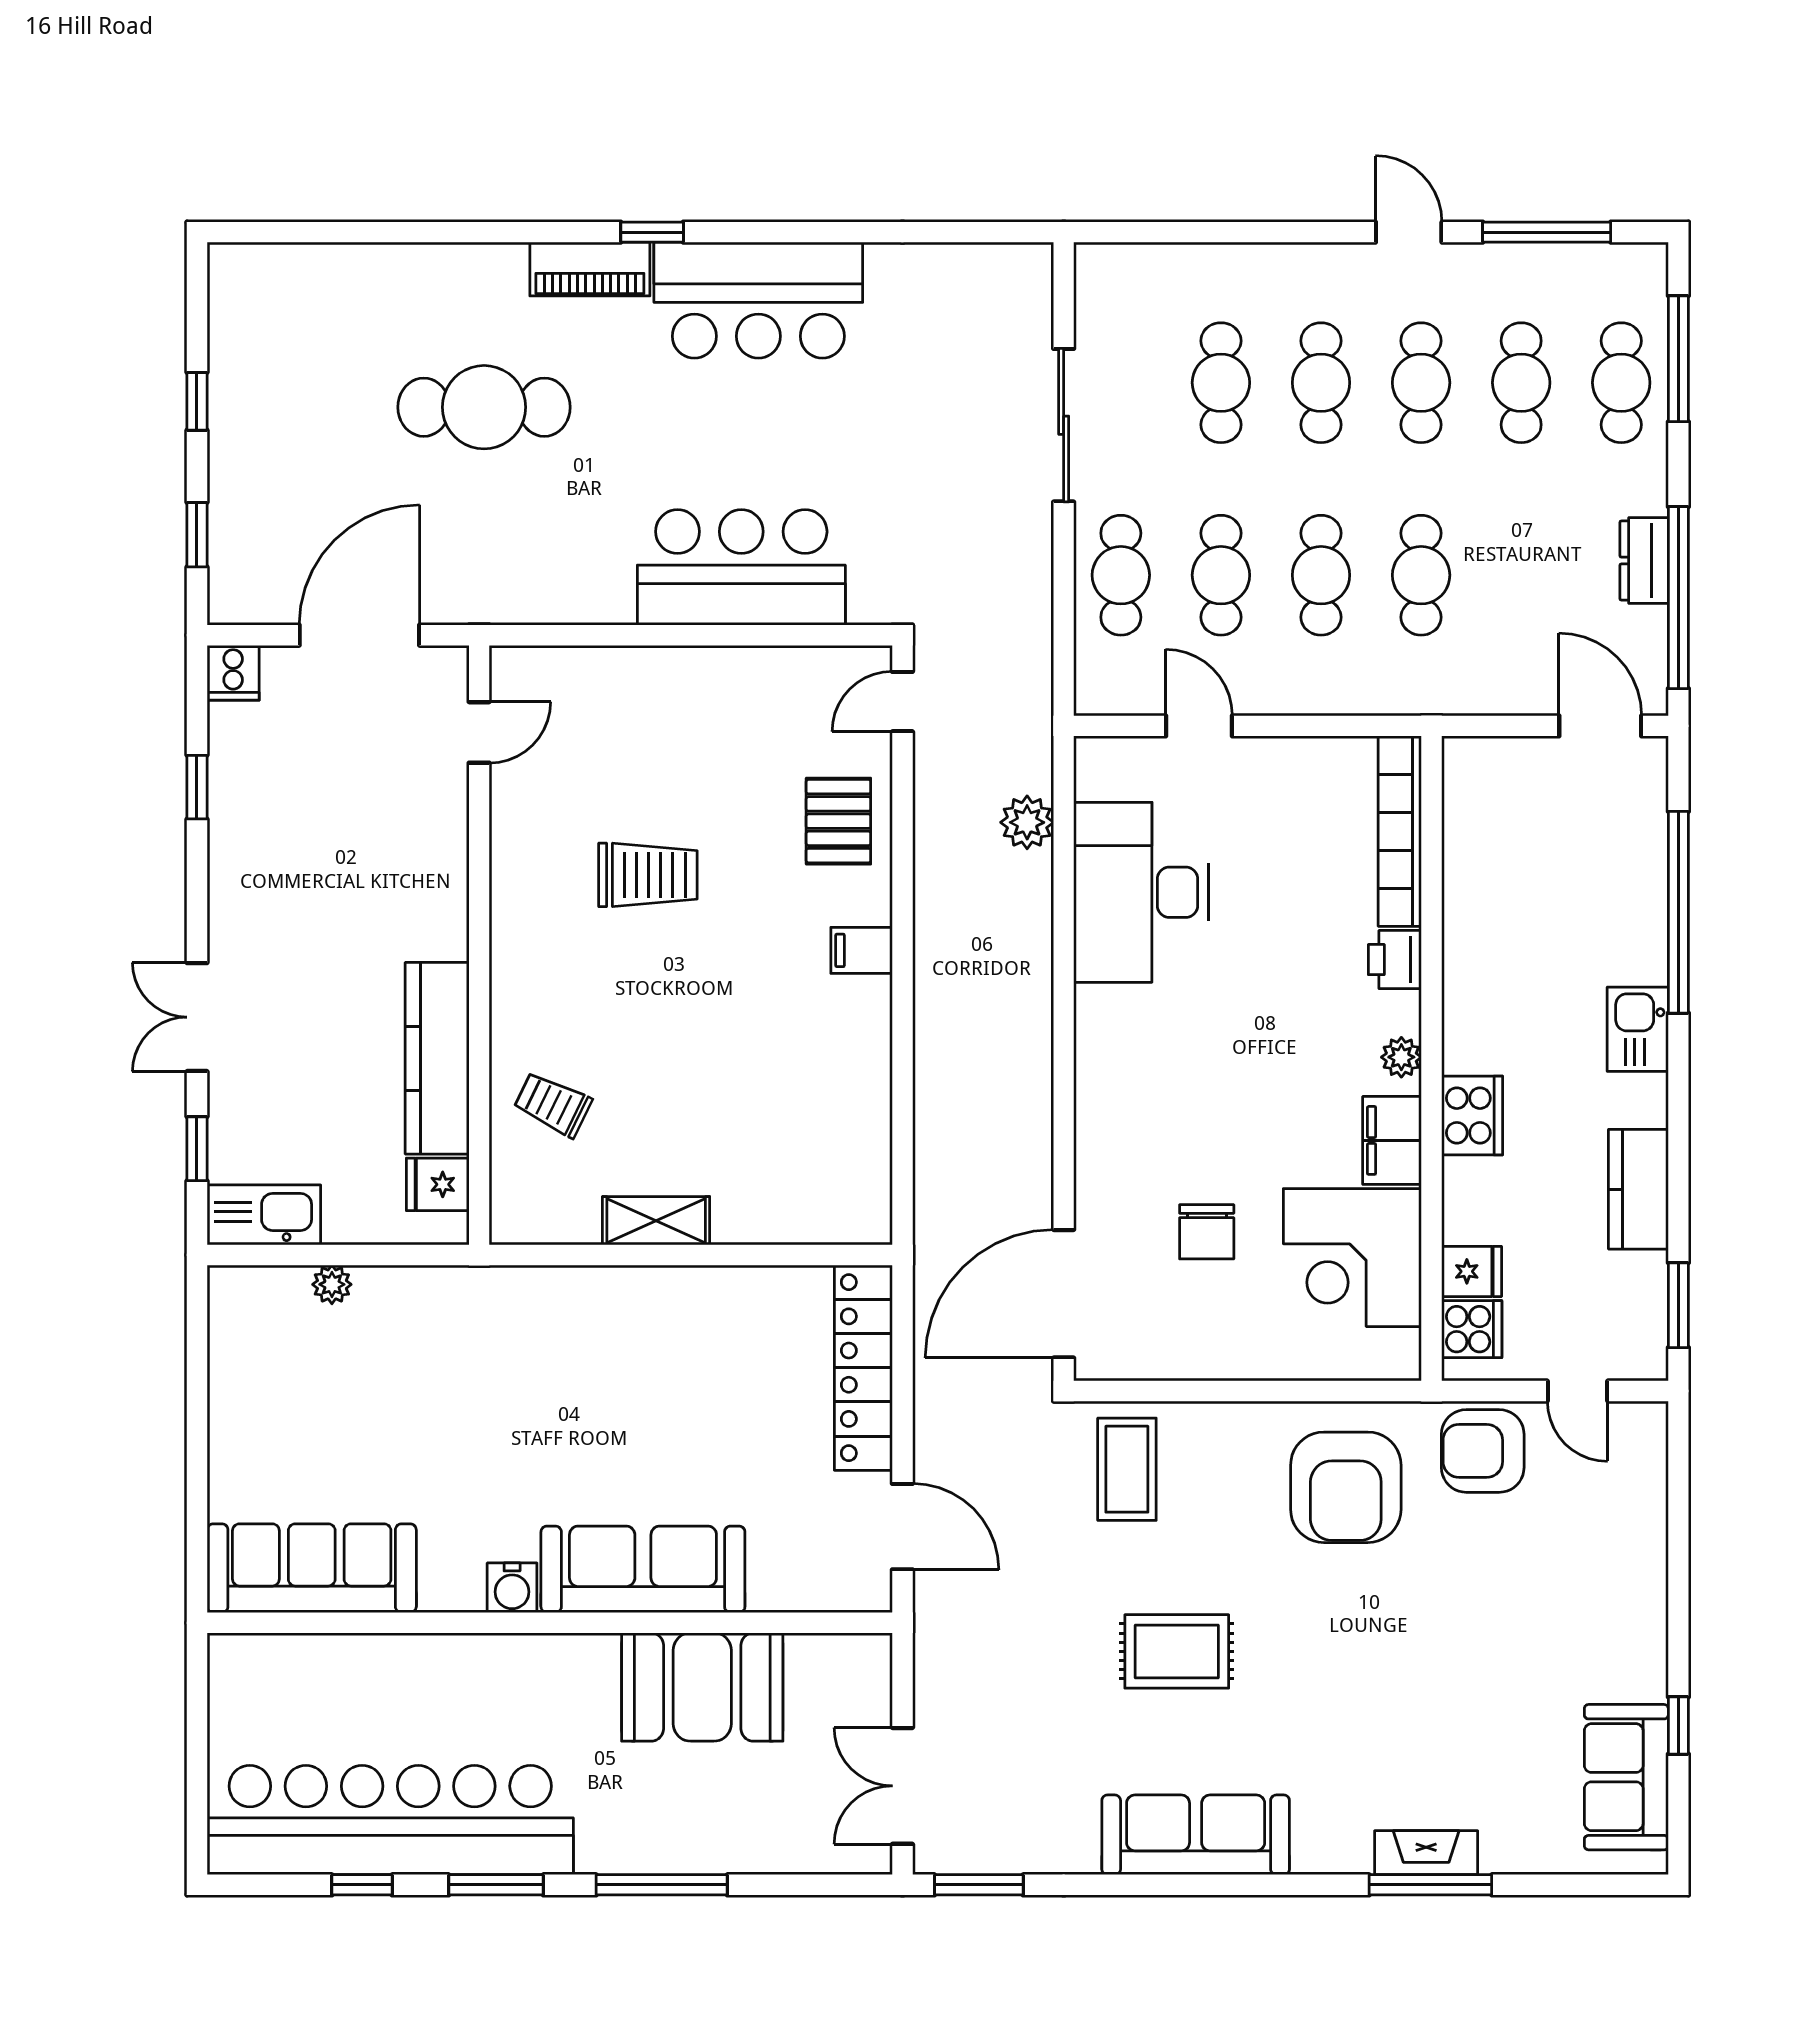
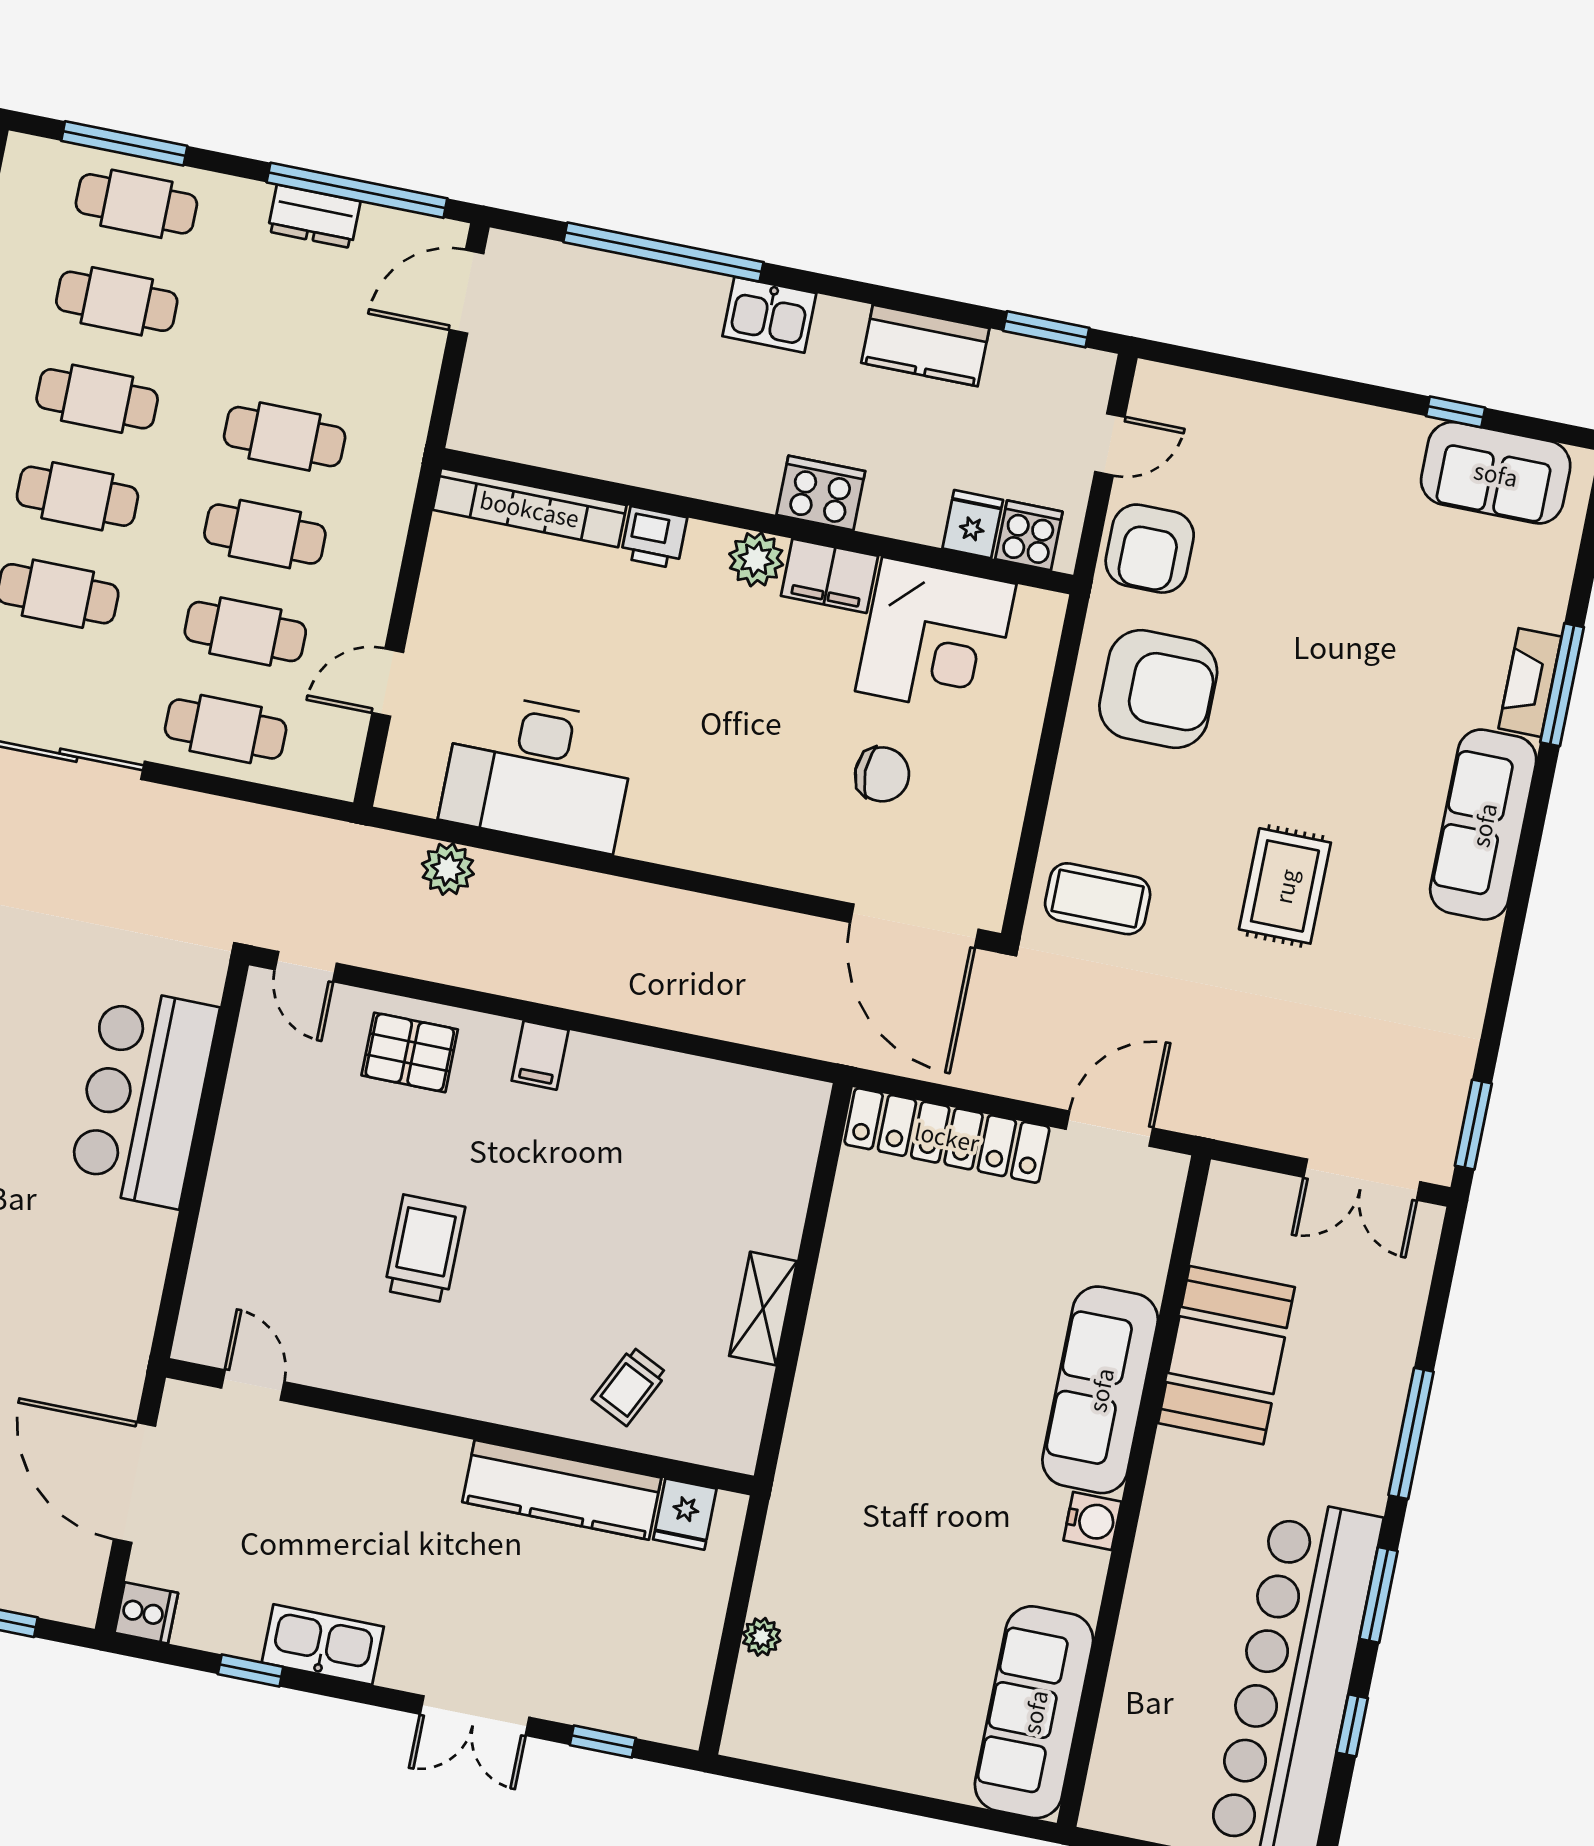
plant: (1401, 1057) -> (756, 559), width x1.38, depth x1.38
kitchen sink: (264, 1215) -> (323, 1645), moved, turned 90
sofa: (1196, 1835) -> (1483, 825), moved

